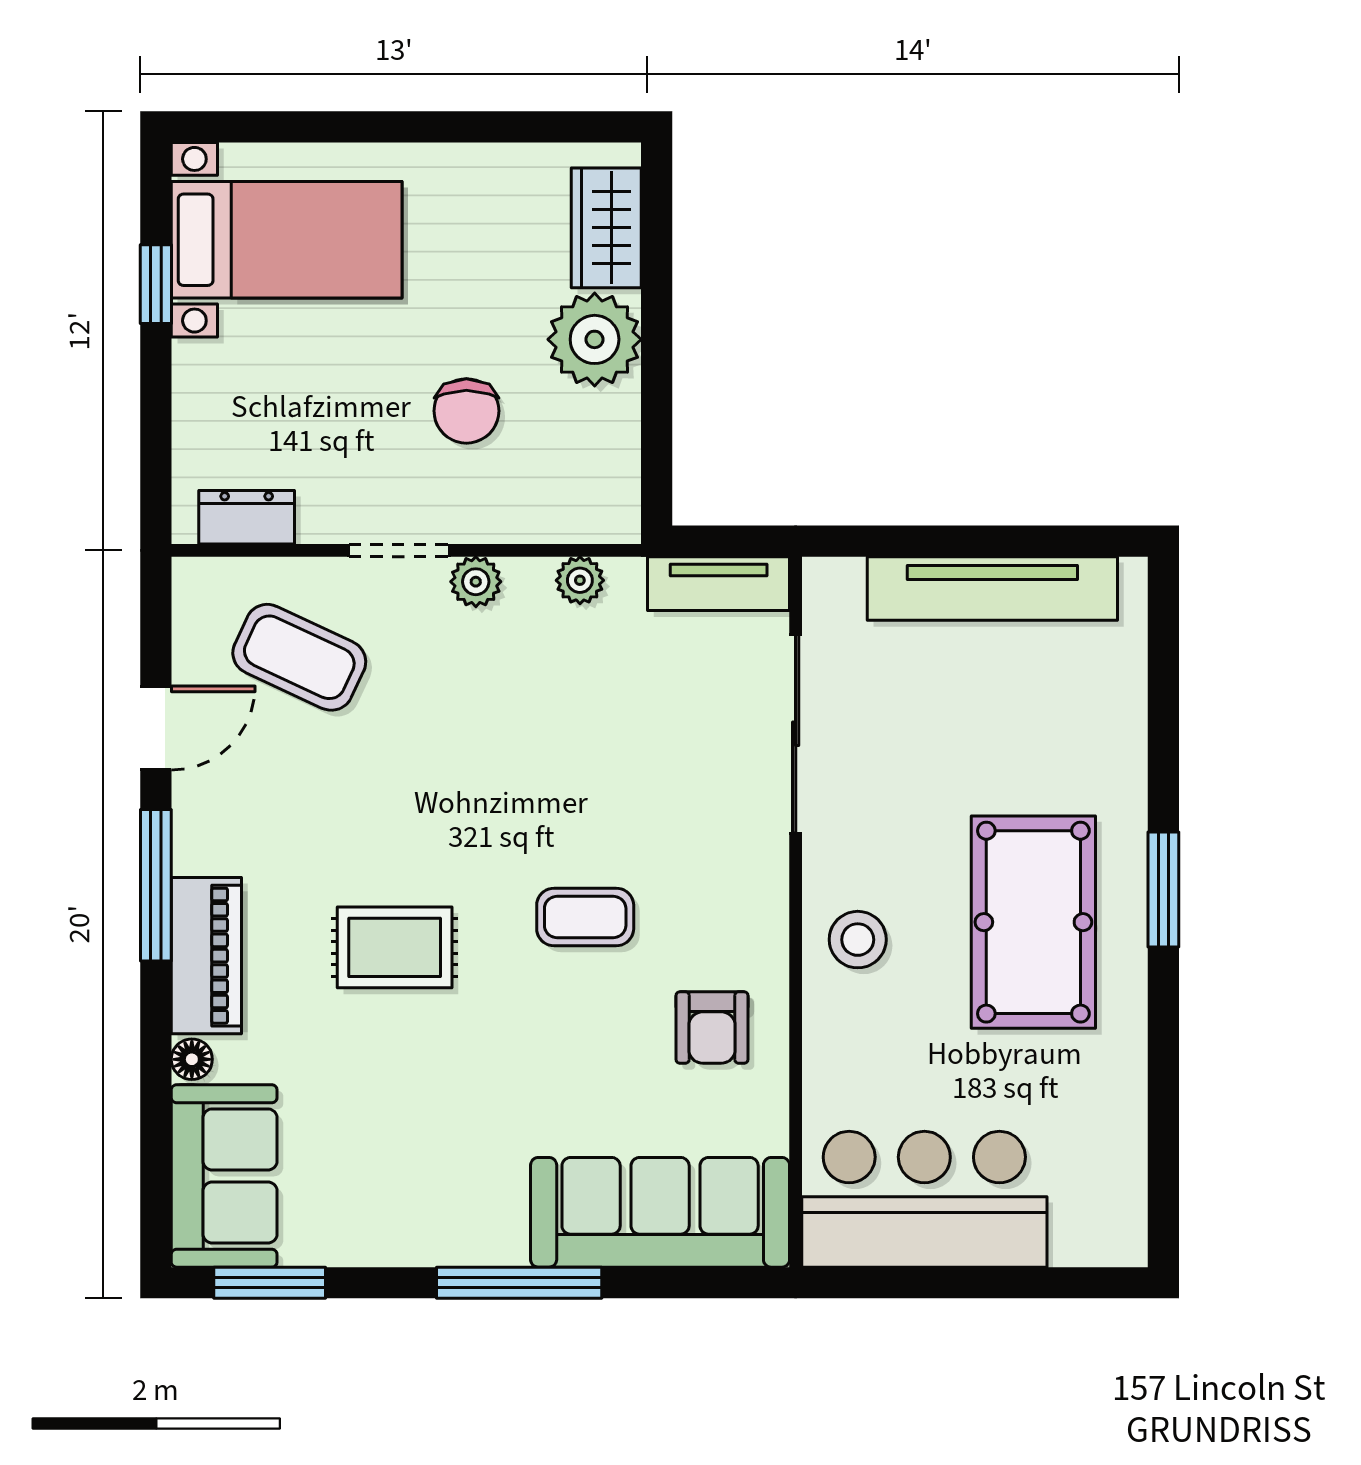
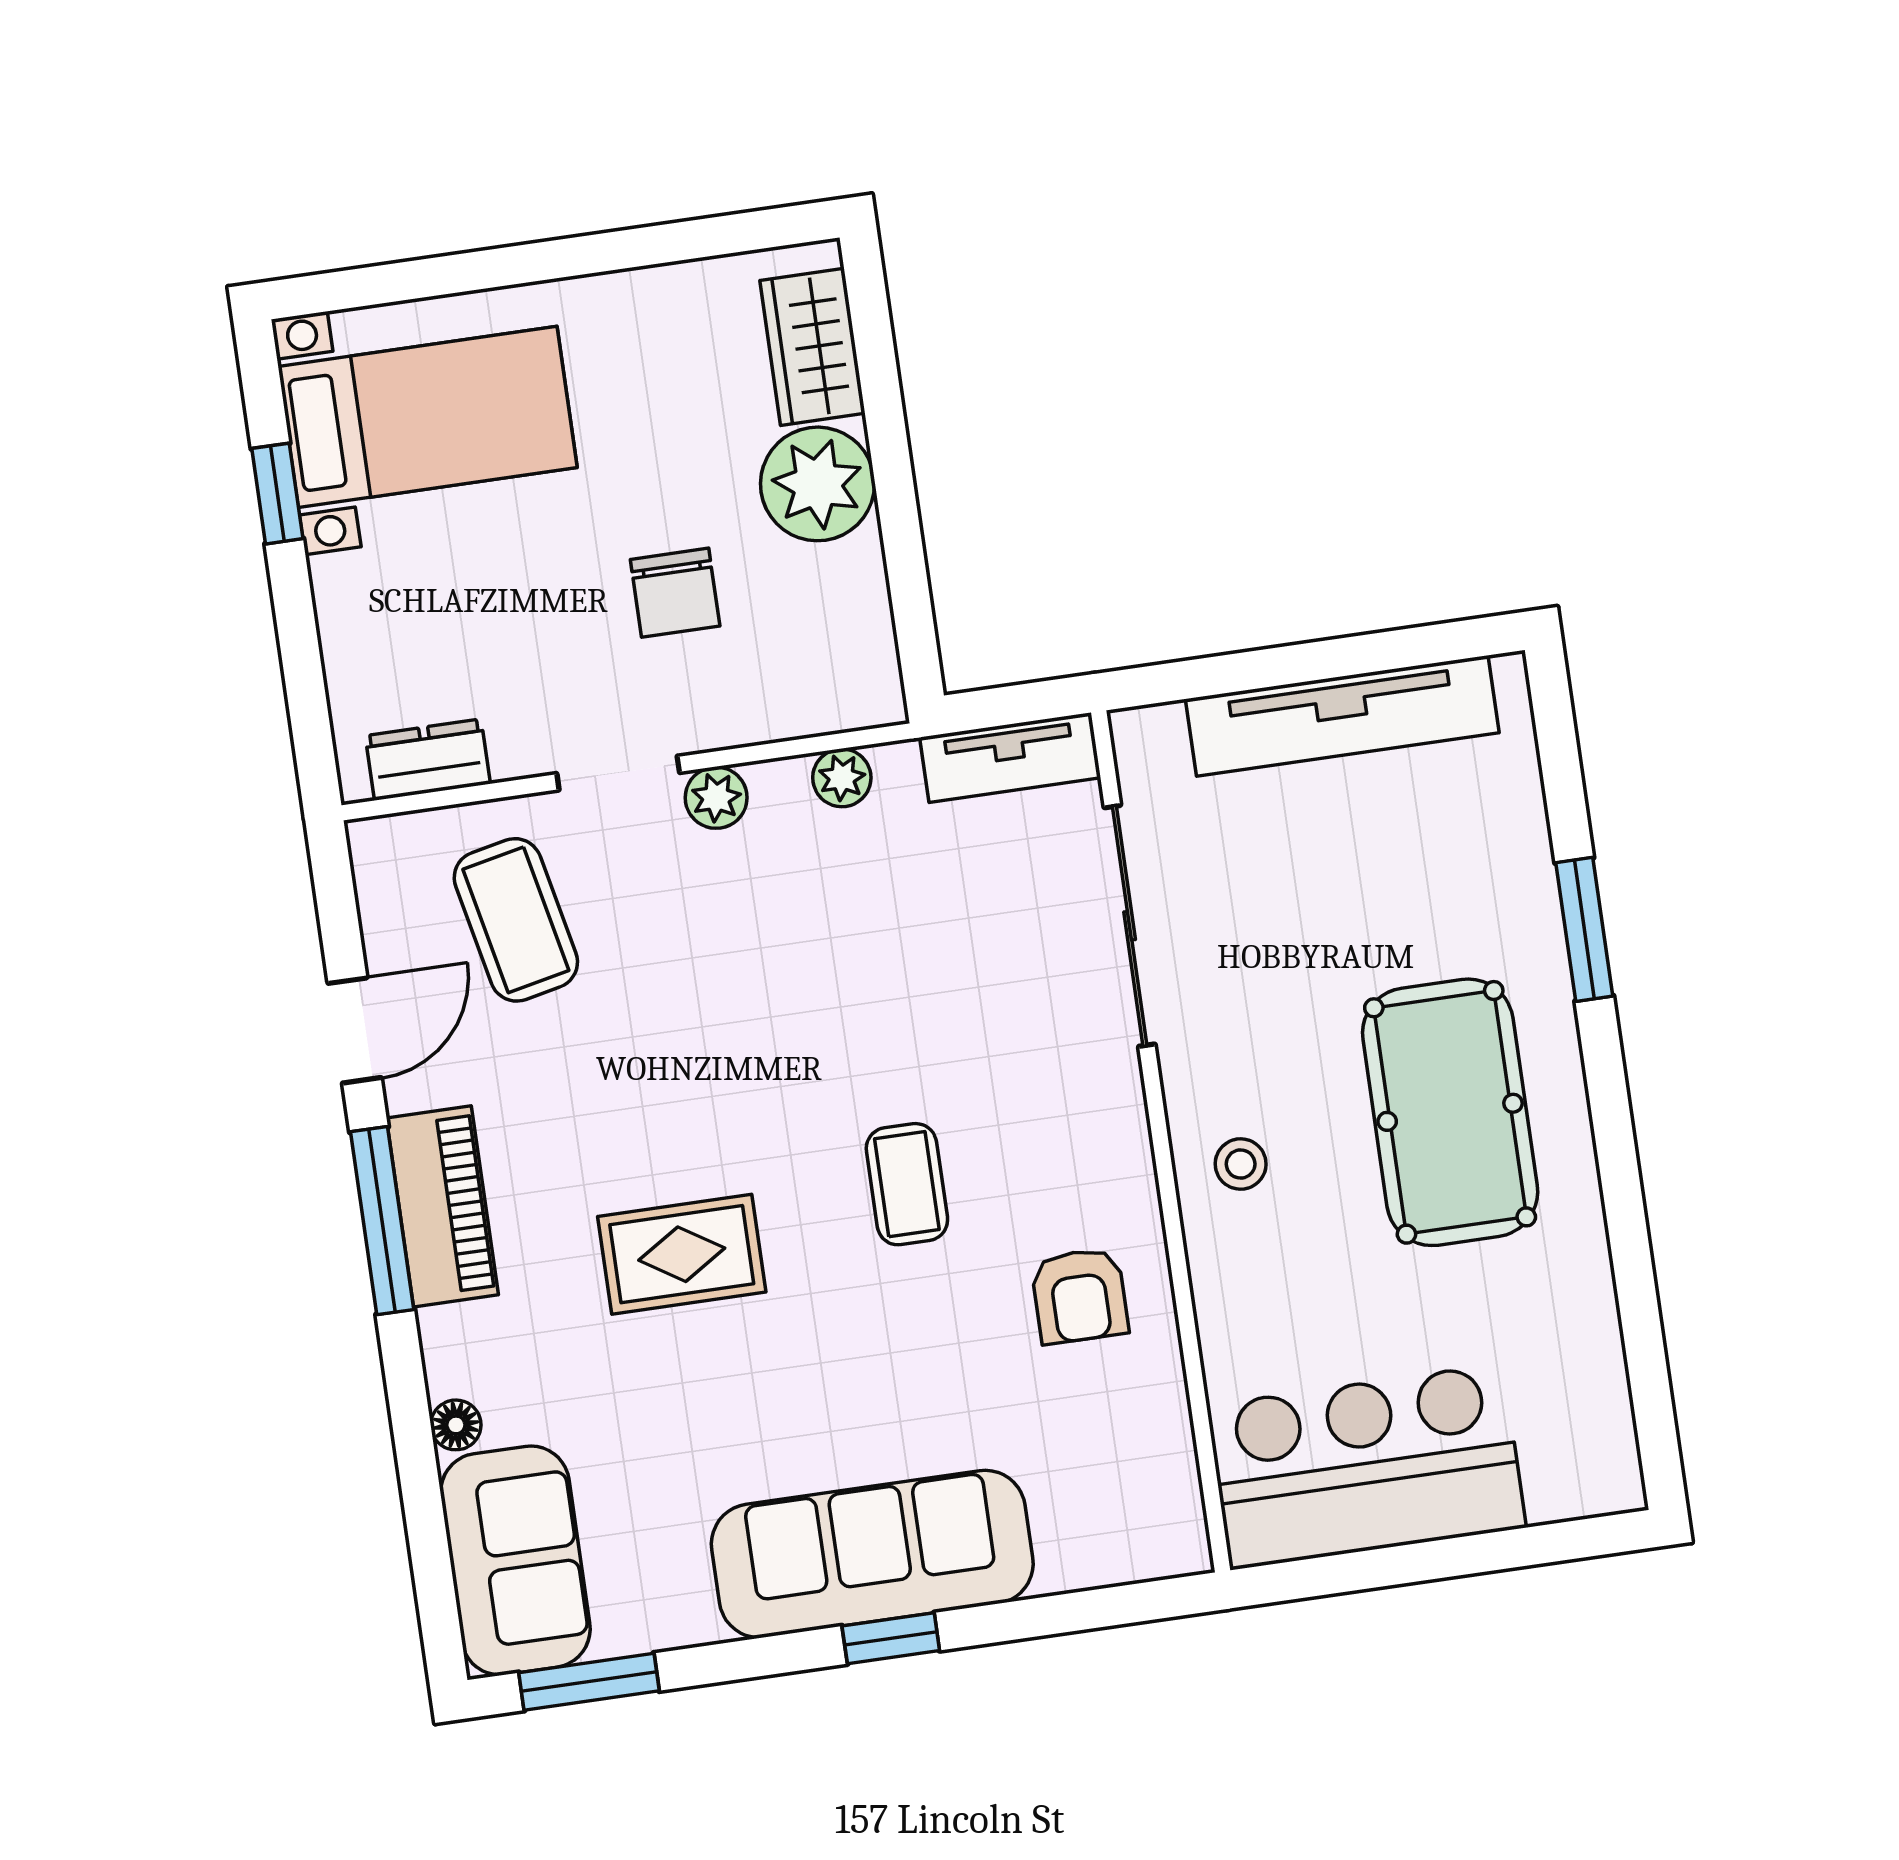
coffee table: (299, 657) -> (516, 920), turned 53
window: (1163, 890) -> (1584, 929), moved
coffee table: (585, 917) -> (907, 1184), turned 90
stool: (858, 940) -> (1241, 1164), width x0.73, depth x0.73
piano: (206, 956) -> (442, 1206), moved
sofa: (660, 1212) -> (872, 1554), moved
window: (519, 1283) -> (891, 1638), width x0.46

